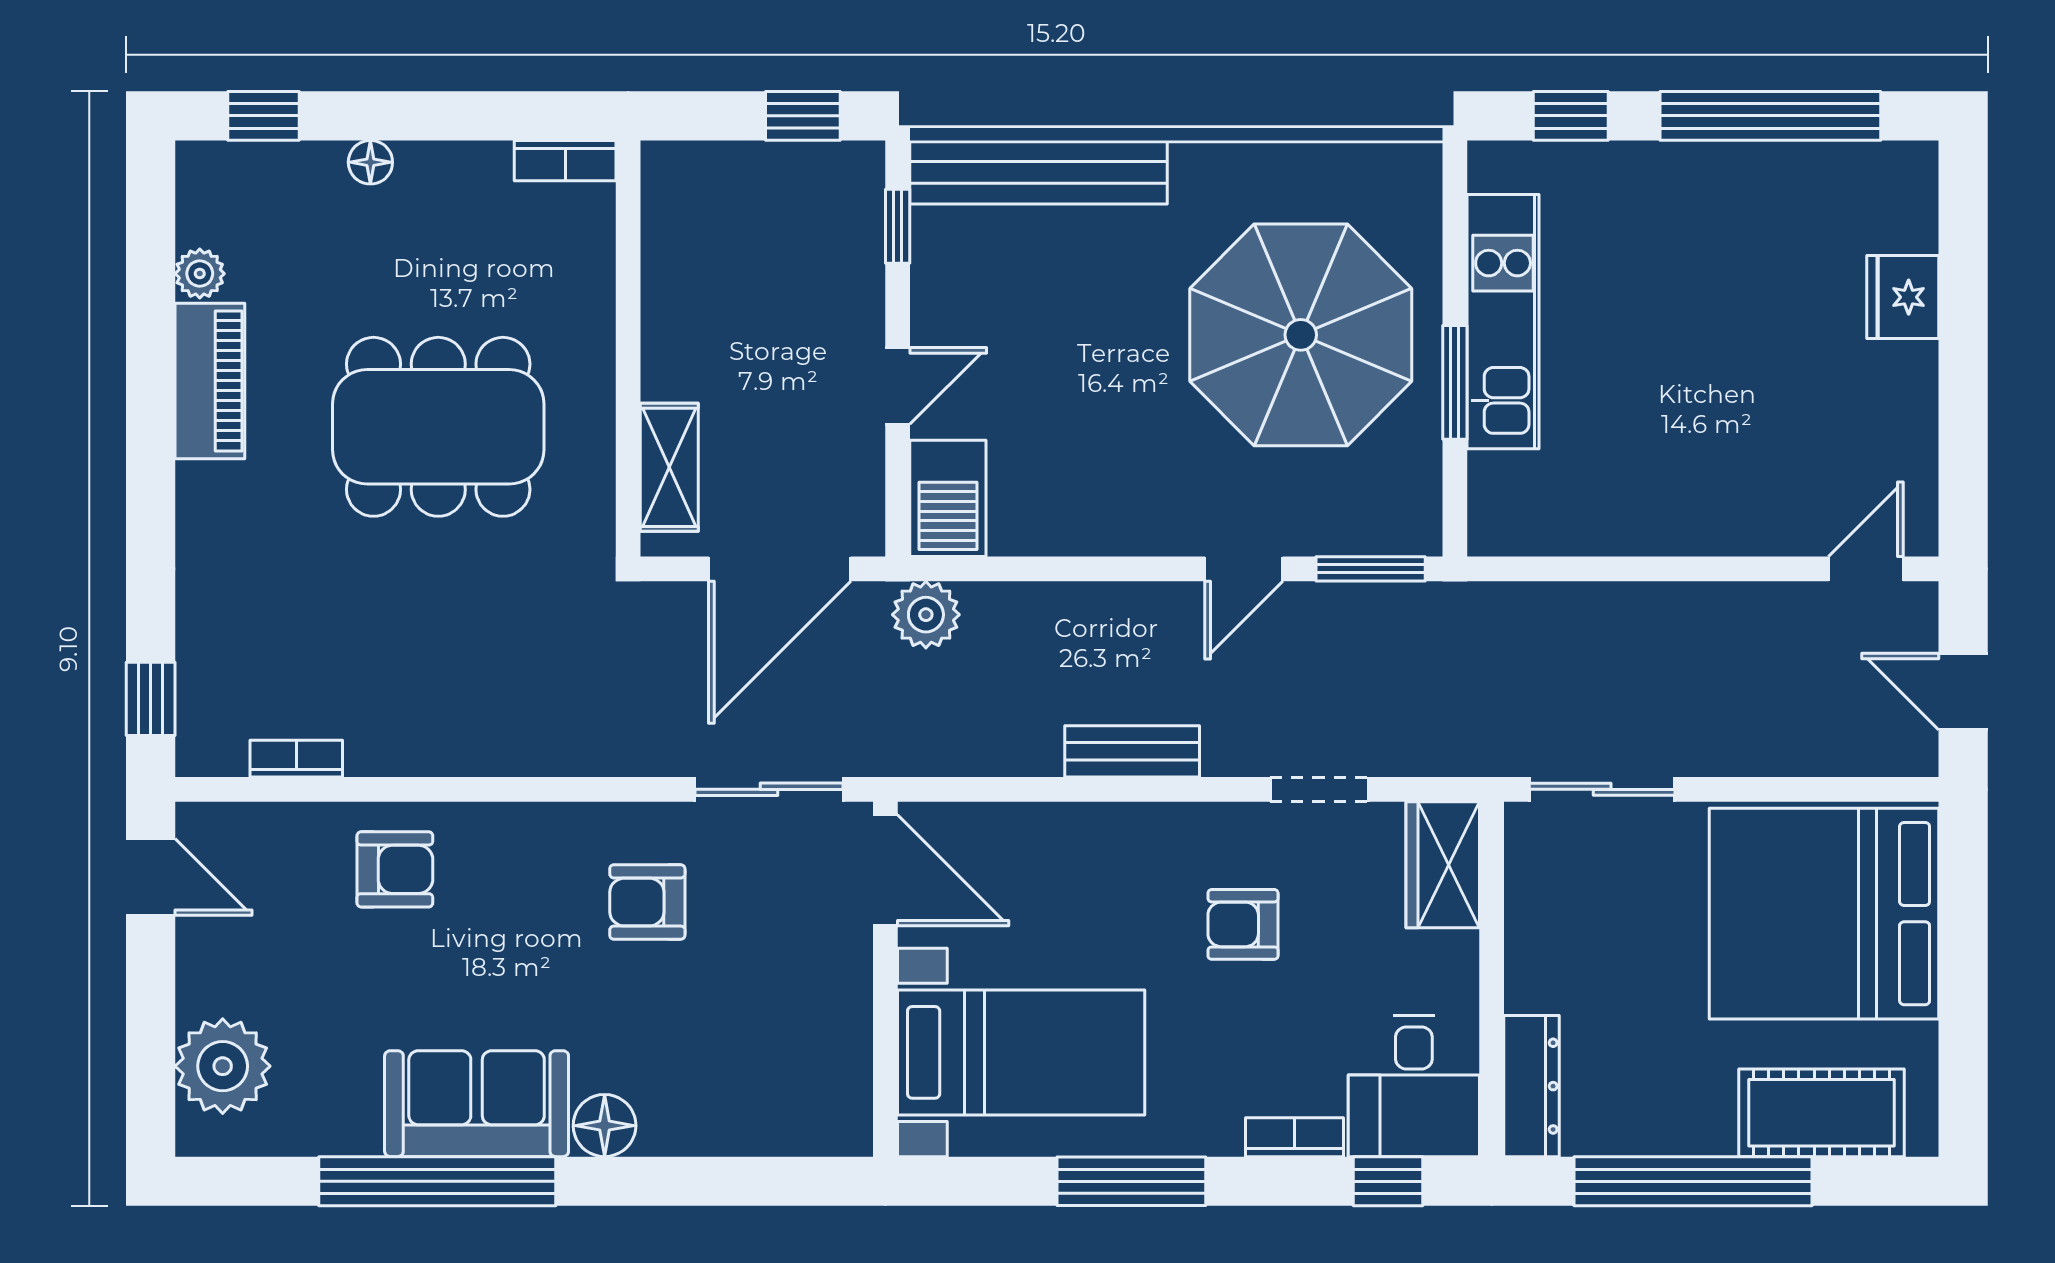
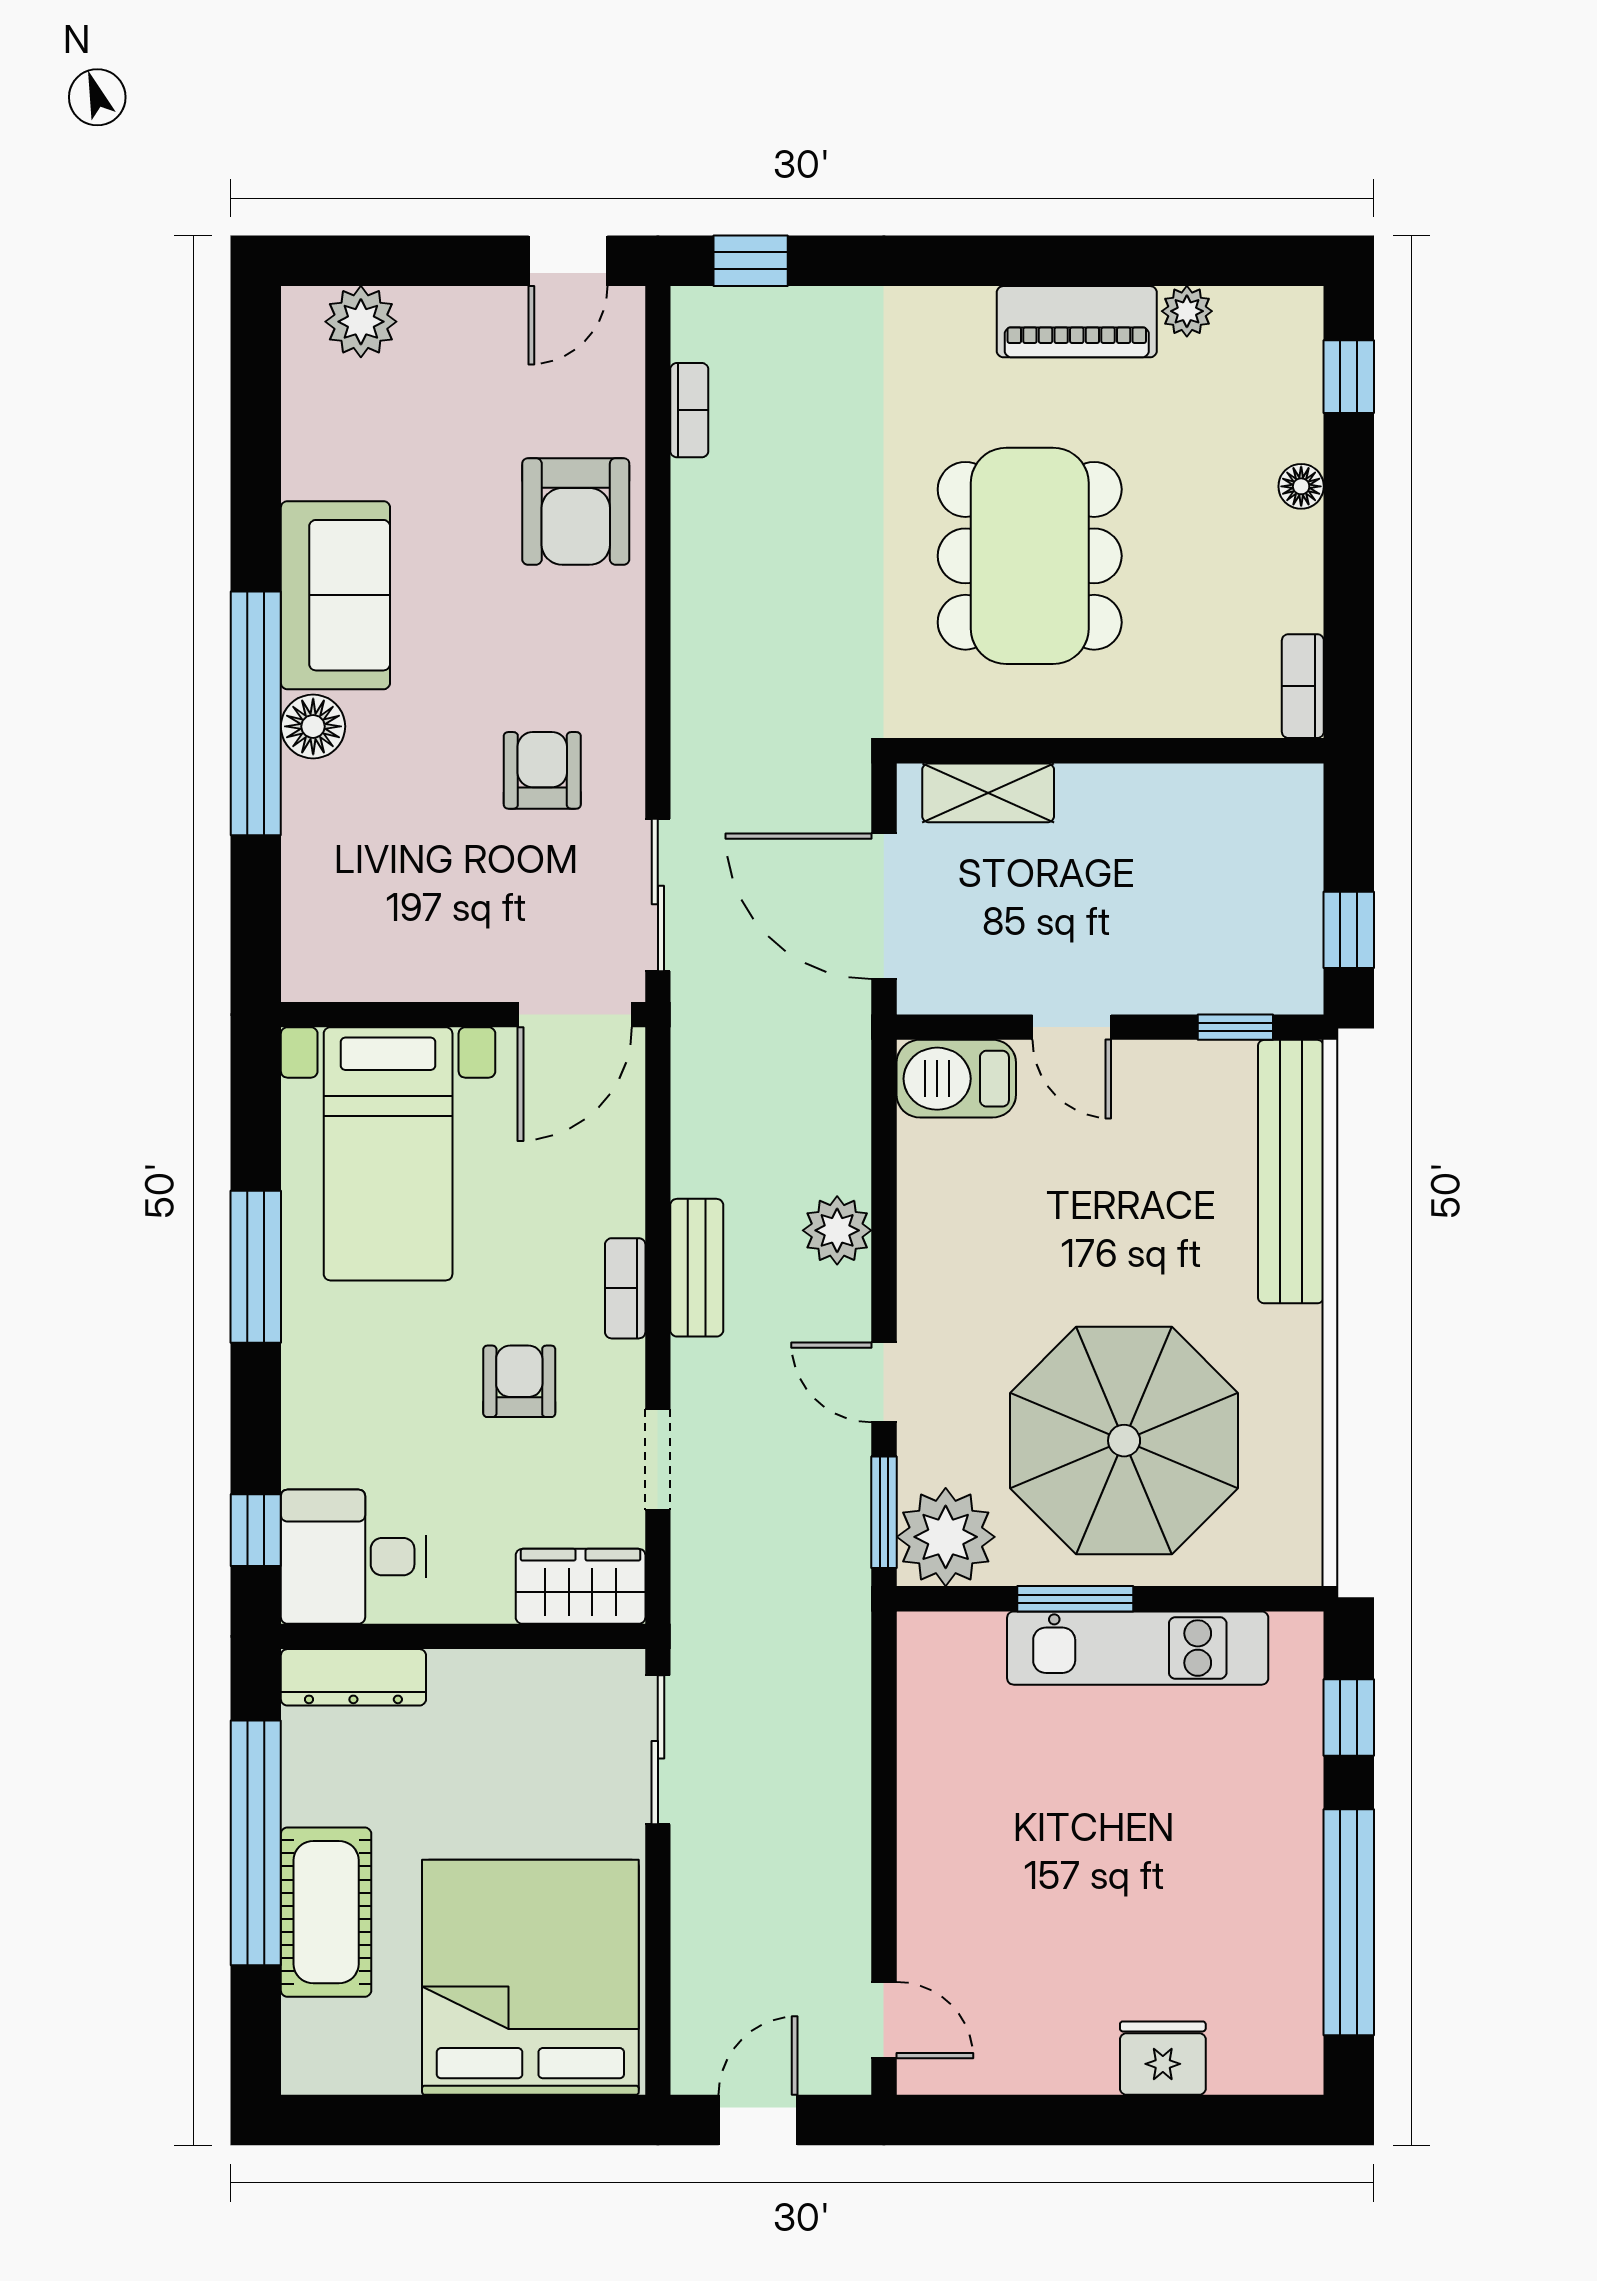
plant: (1395, 509) -> (946, 1537), added
plant: (926, 615) -> (837, 1230), moved
armchair: (395, 869) -> (576, 511), width x1.38, depth x1.38
plant: (223, 1066) -> (361, 322), width x0.73, depth x0.73
cot: (1822, 1113) -> (326, 1912), moved
bookcase: (1295, 1137) -> (625, 1288), moved, turned 180
window: (437, 1181) -> (256, 713), moved

